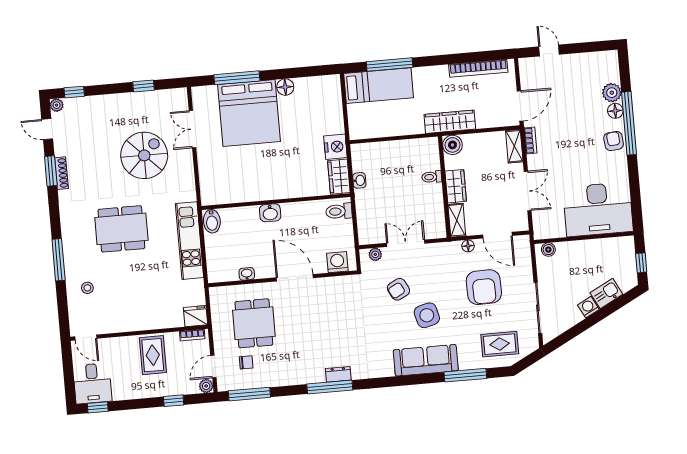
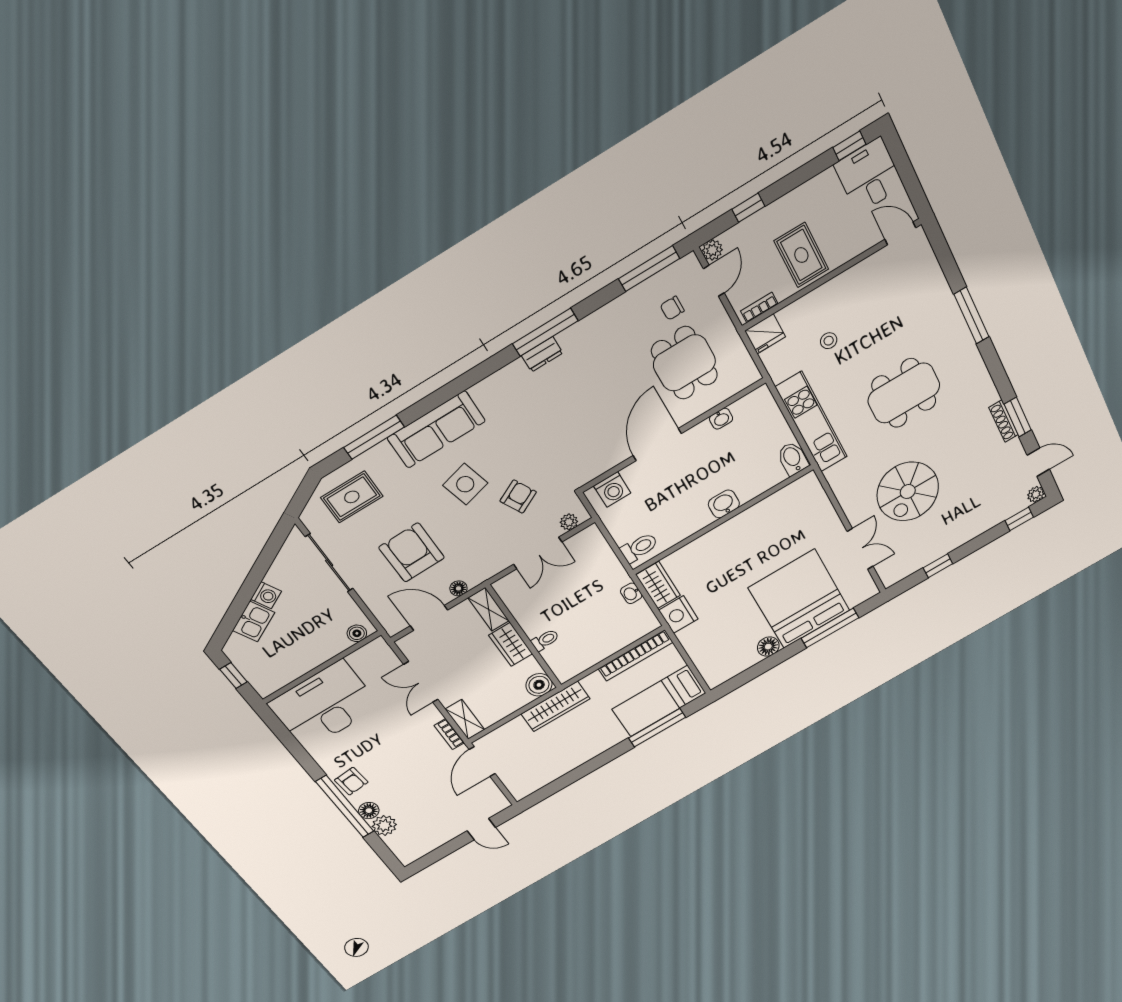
bookcase: (478, 68) -> (636, 656), moved, turned 180
door: (295, 278) -> (657, 444), swing flipped
stool: (87, 288) -> (829, 341), moved

